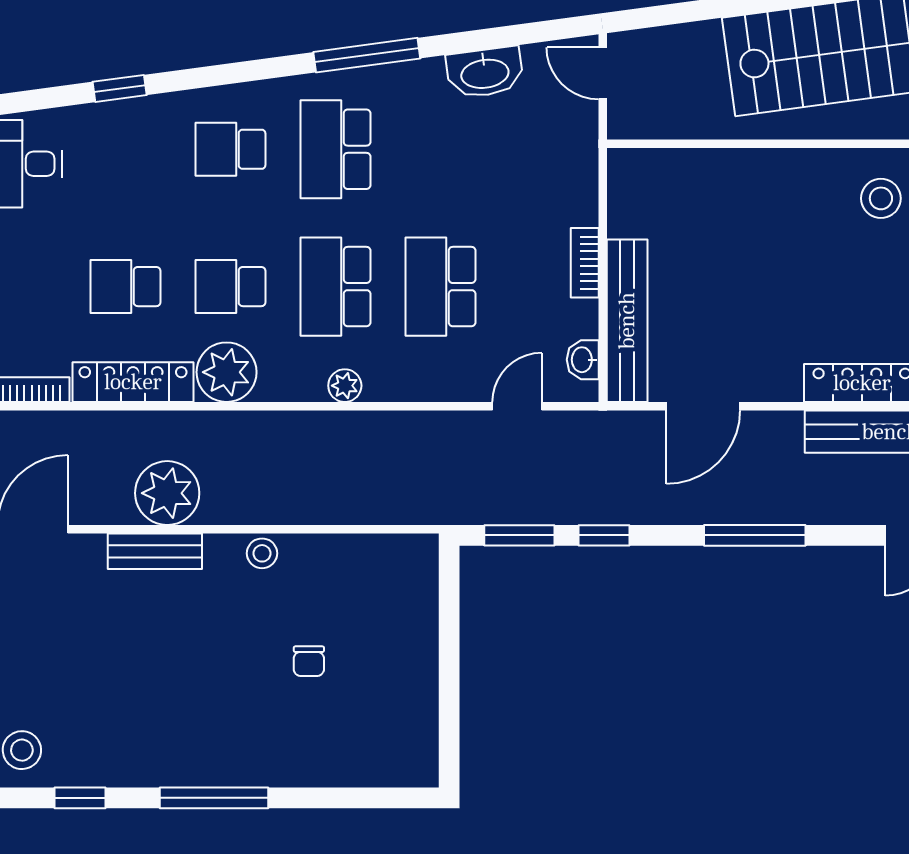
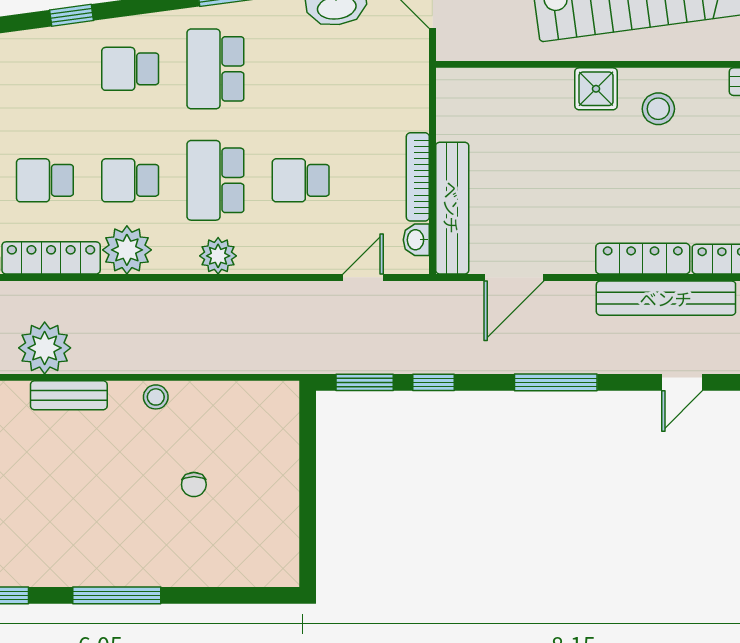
window: (120, 88) -> (71, 15), moved
shower: (804, 174) -> (596, 89), added
bookcase: (585, 263) -> (418, 177), width x1.56
school desk: (440, 287) -> (301, 180), width x0.54
plant: (345, 386) -> (218, 256), width x1.38, depth x1.38
plant: (167, 493) -> (45, 348), moved

